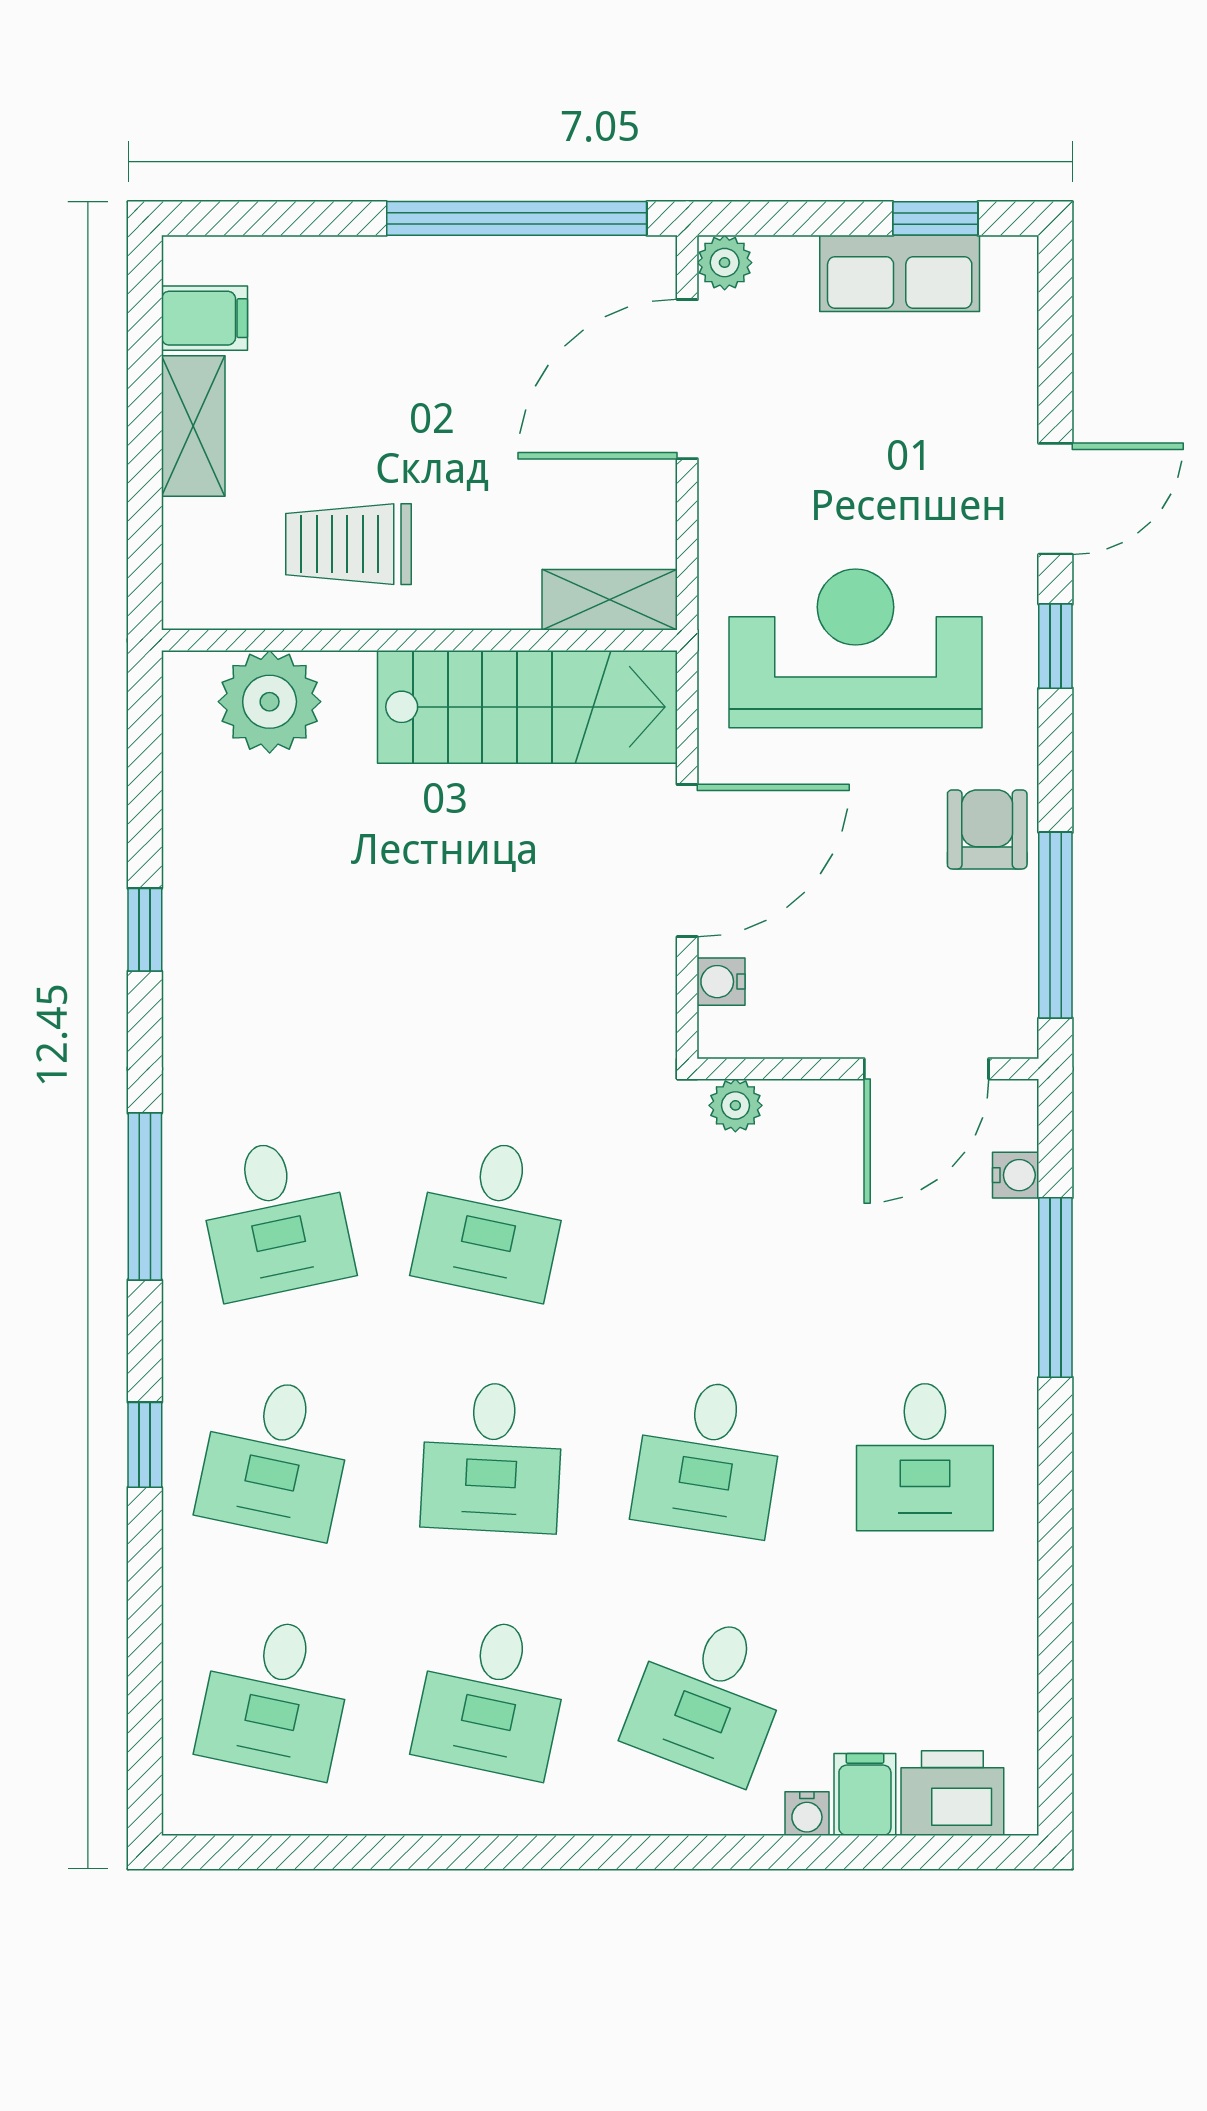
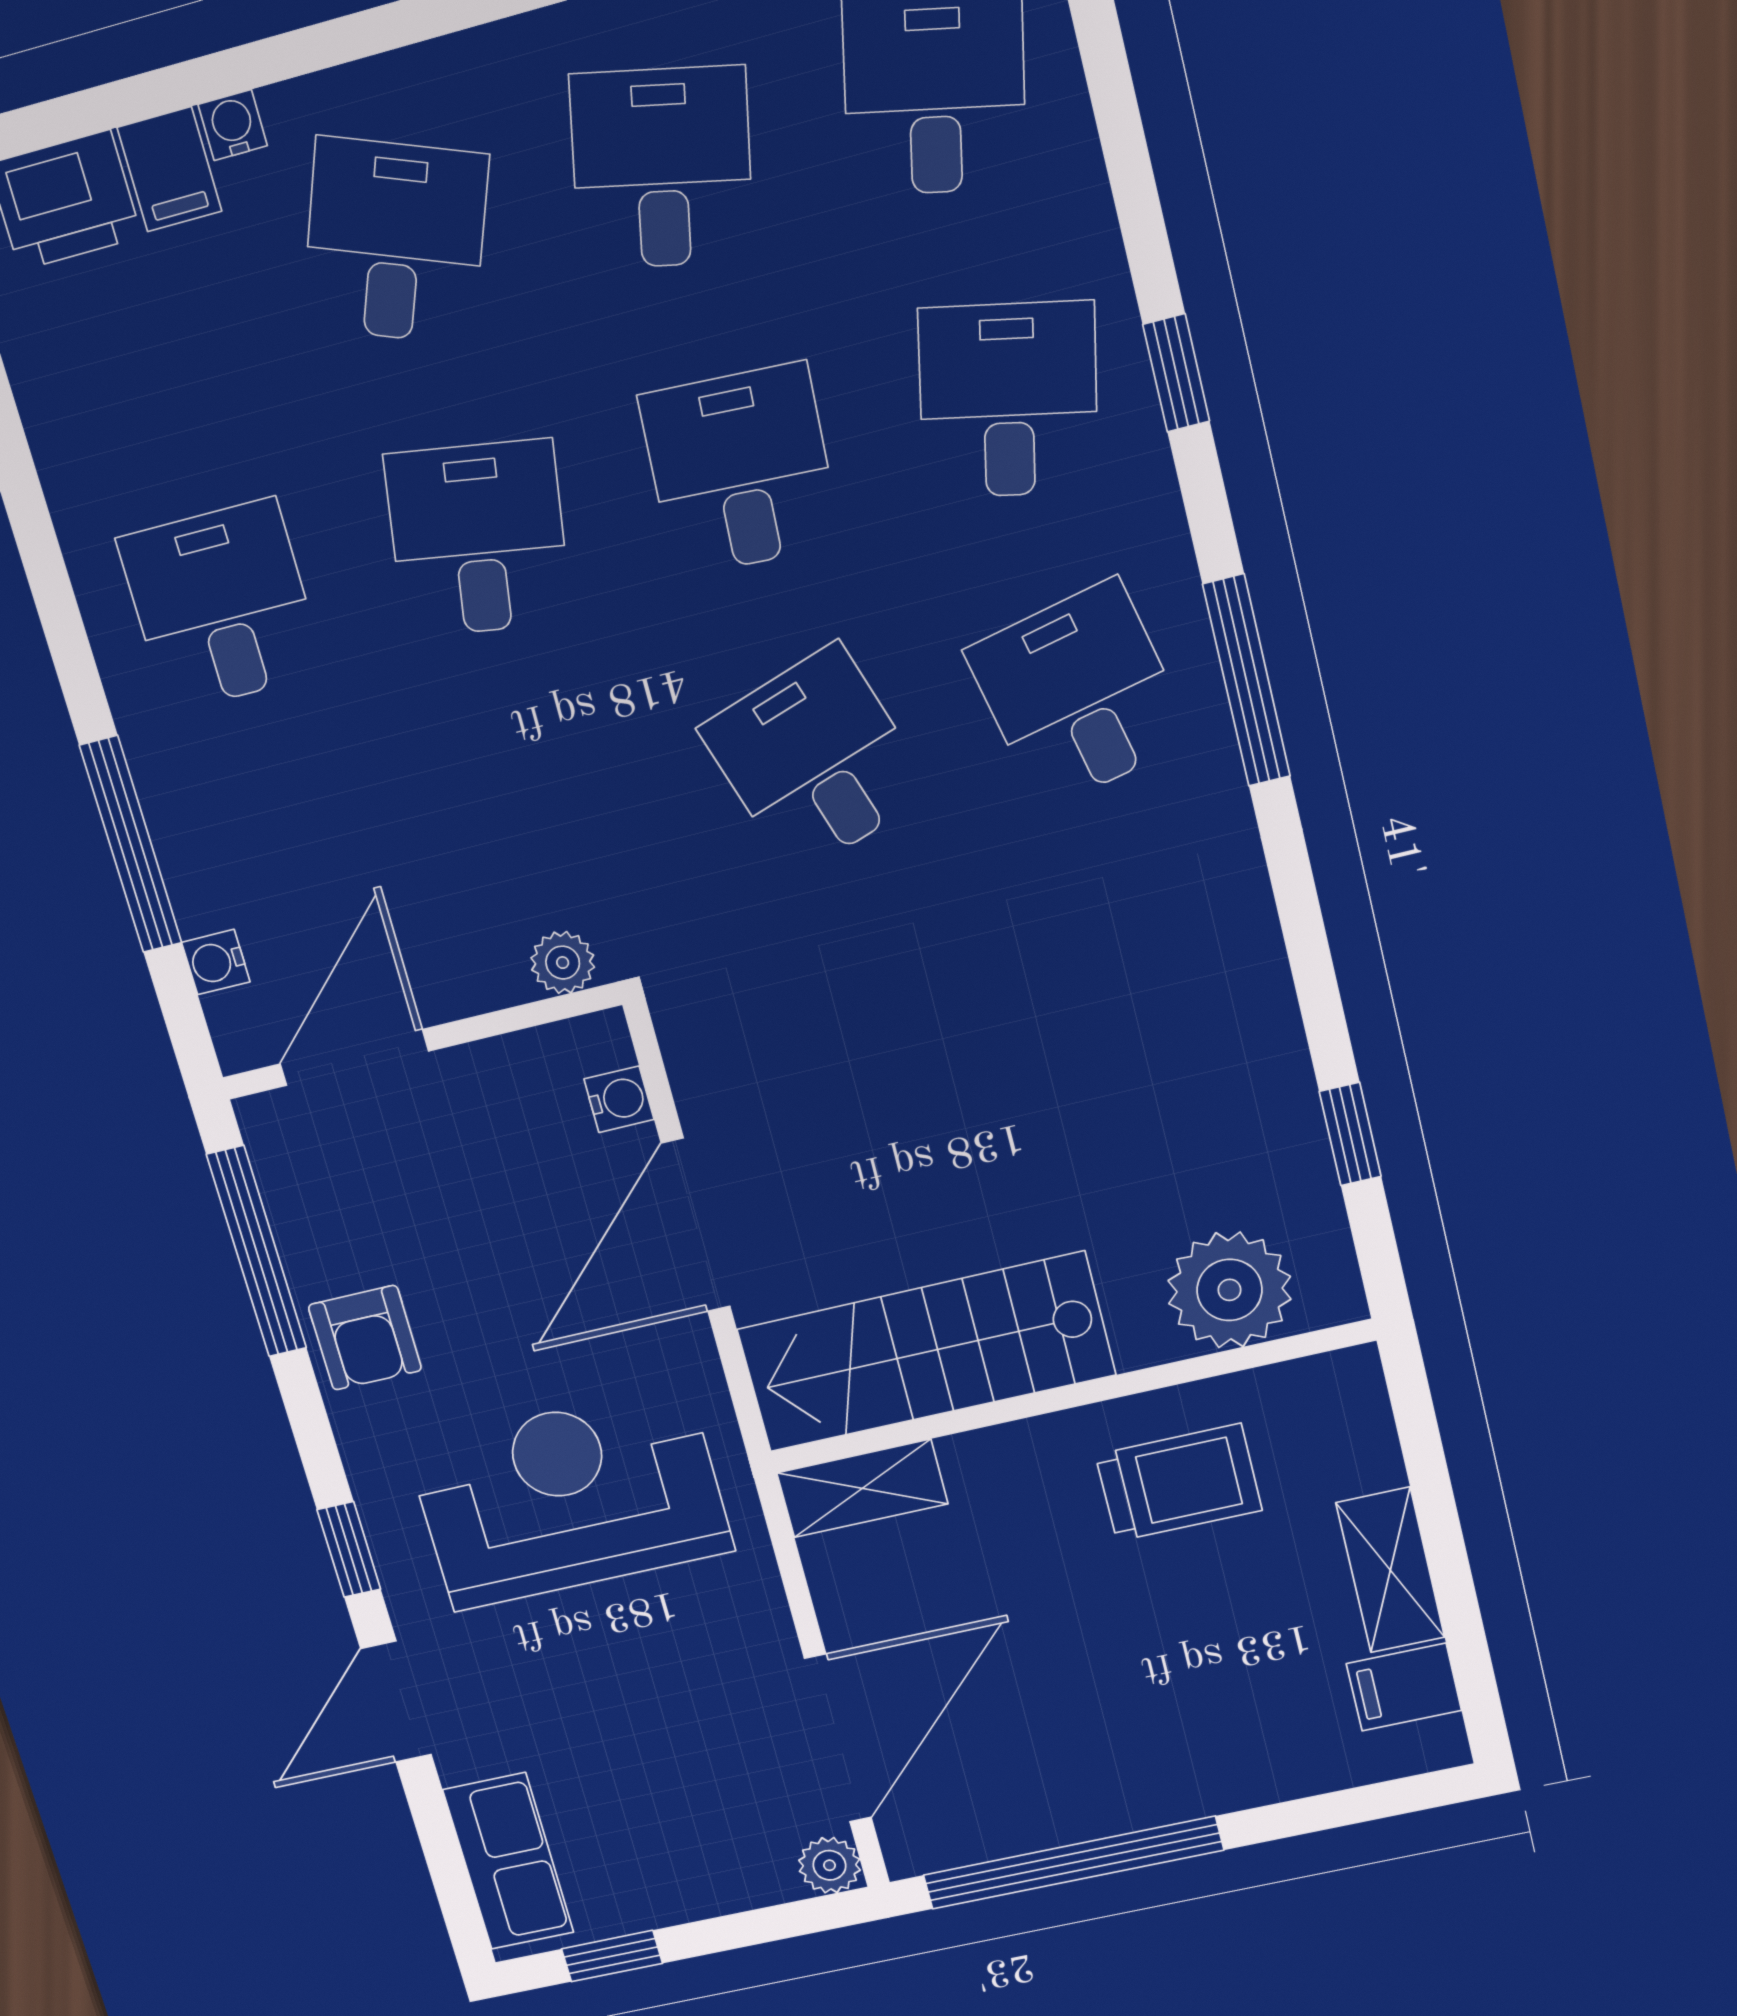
row of seats: (900, 273) -> (508, 1861), moved, turned 90
reception desk: (856, 648) -> (570, 1498), turned 180
window: (145, 930) -> (1350, 1134), moved
desk: (492, 1218) -> (816, 760), turned -30

